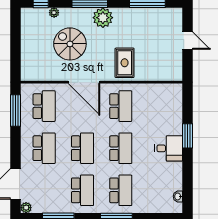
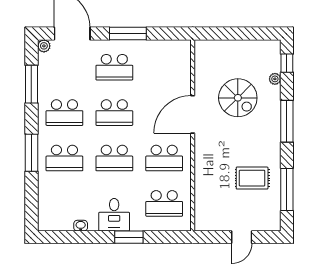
plant: (103, 18) -> (269, 137), removed
spiral stairs: (70, 44) -> (238, 98), turned 90
rug: (125, 63) -> (252, 178), moved
school desk: (44, 106) -> (164, 203), moved
window: (16, 110) -> (128, 33), moved
washbasin: (178, 196) -> (81, 226), moved

